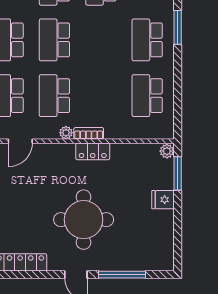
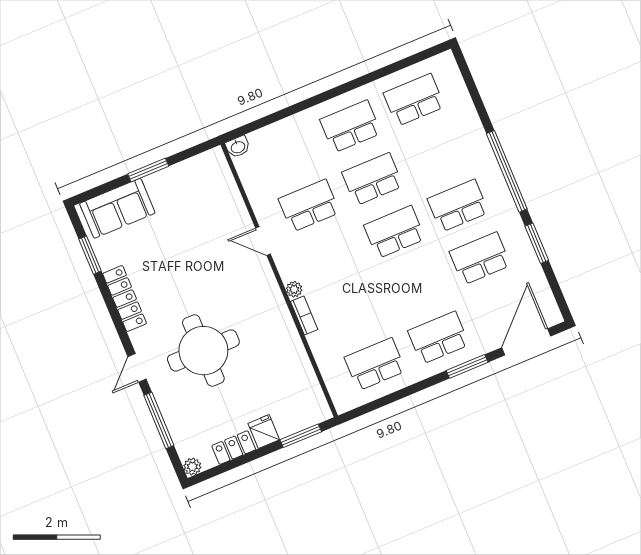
school desk: (54, 96) -> (331, 258), removed
locker: (93, 151) -> (234, 448), moved, turned 90
plant: (167, 151) -> (192, 467), moved

